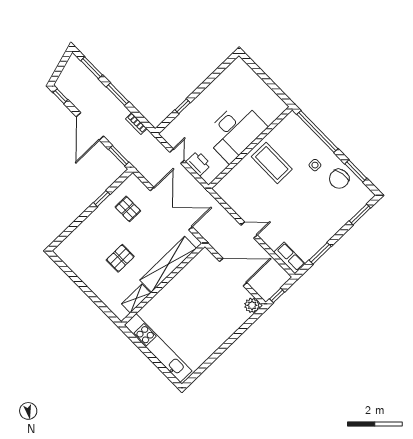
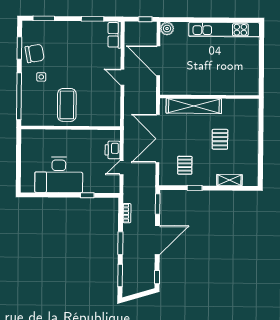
desk: (235, 131) -> (59, 175), moved, turned 180
pallet: (120, 258) -> (220, 139), turned 90
shelving: (136, 298) -> (229, 180), moved
kitchen unit: (158, 348) -> (224, 30), moved, turned -90

